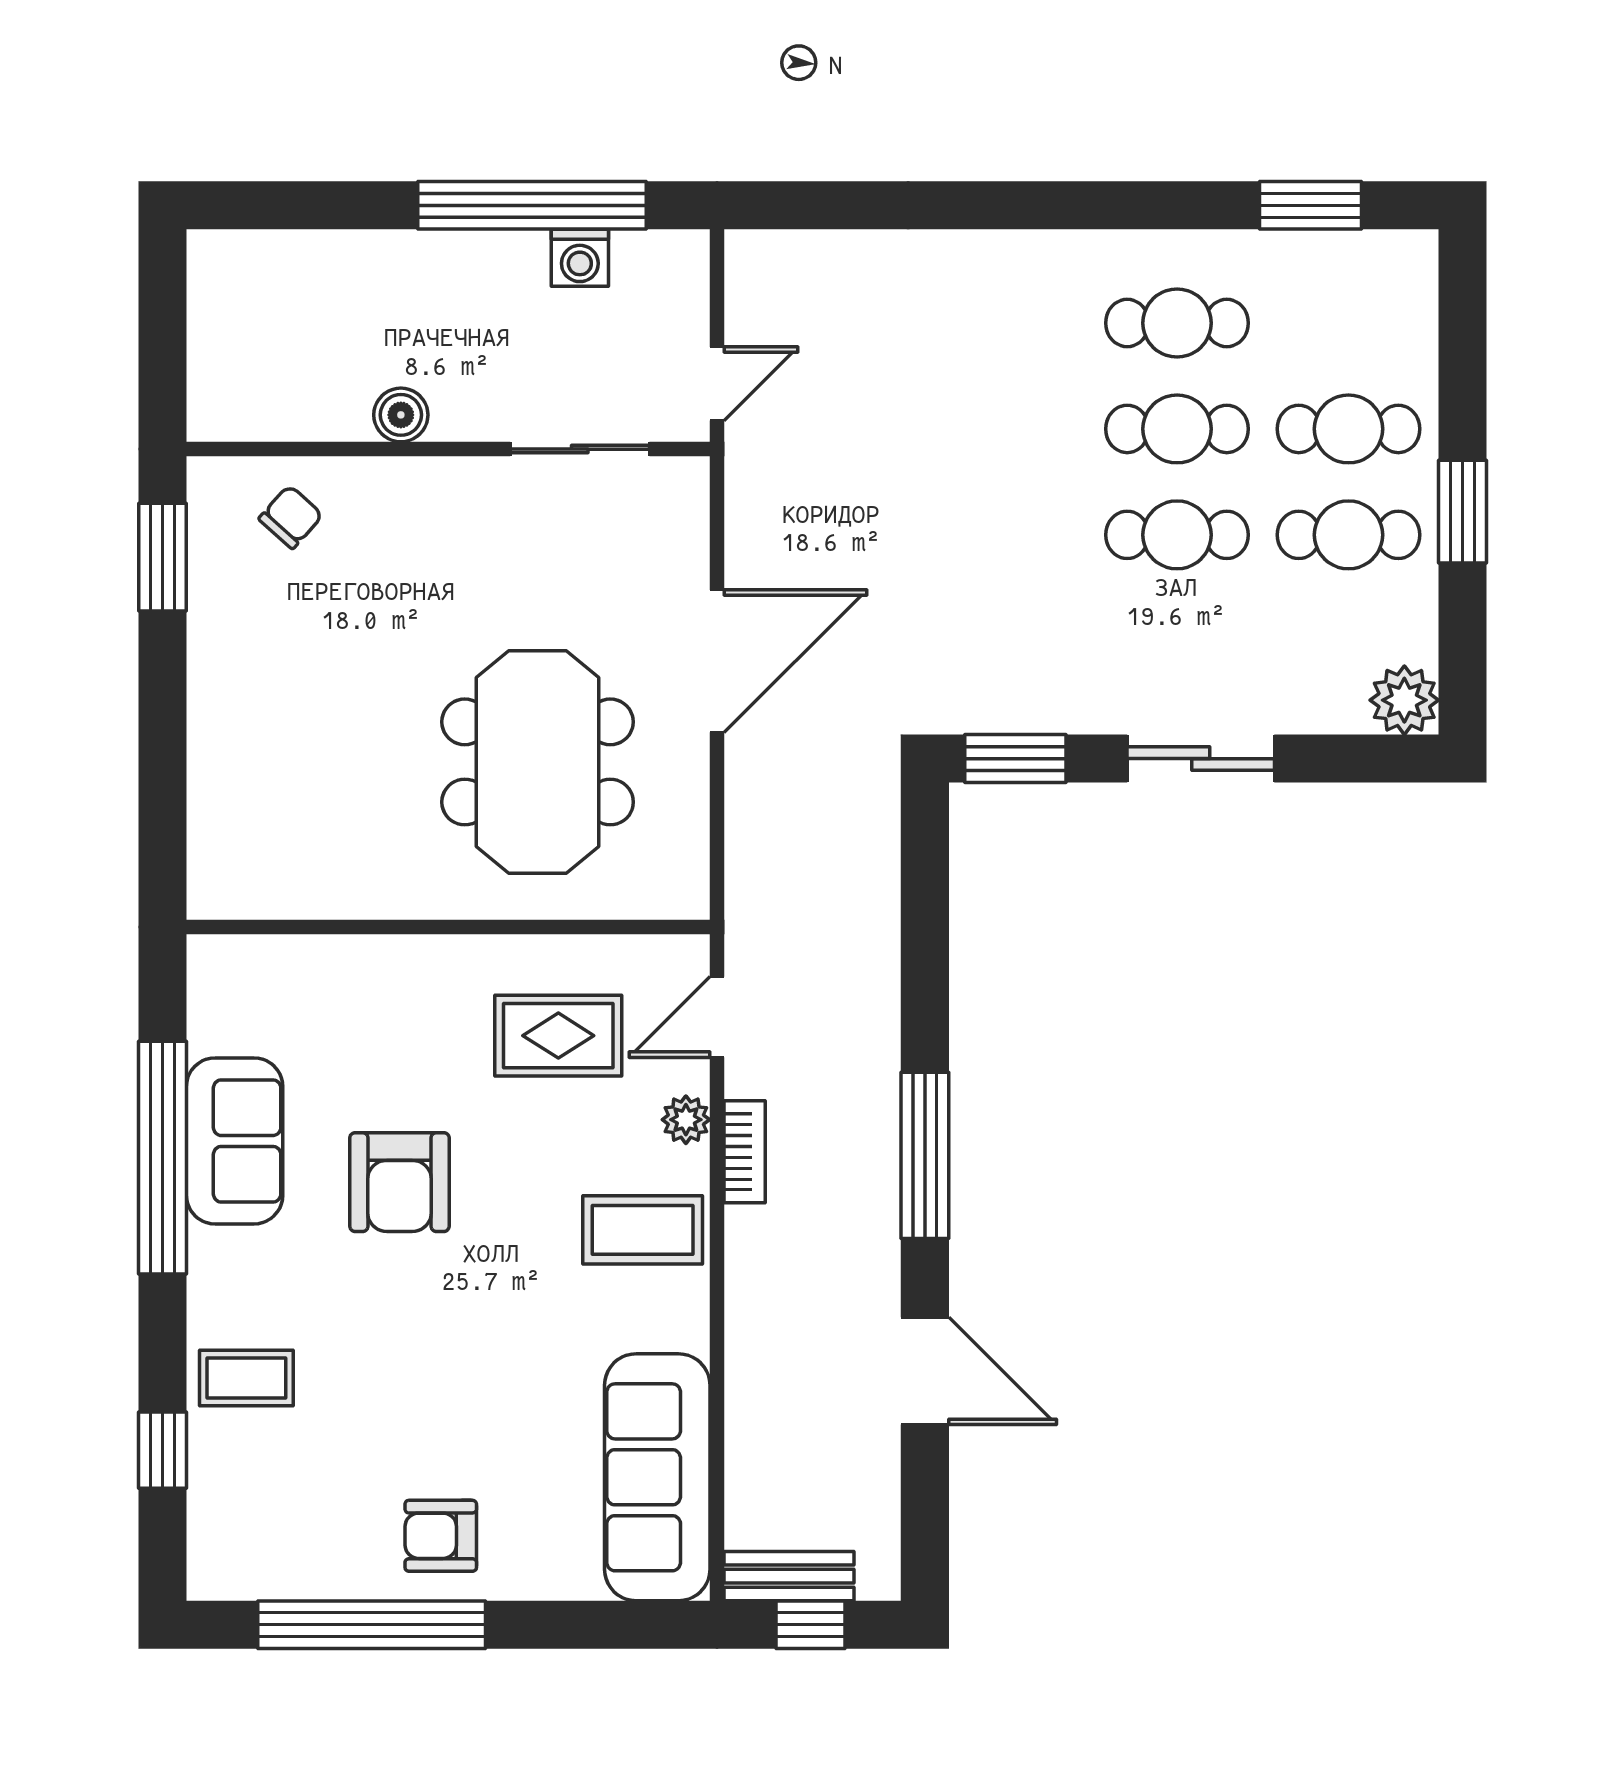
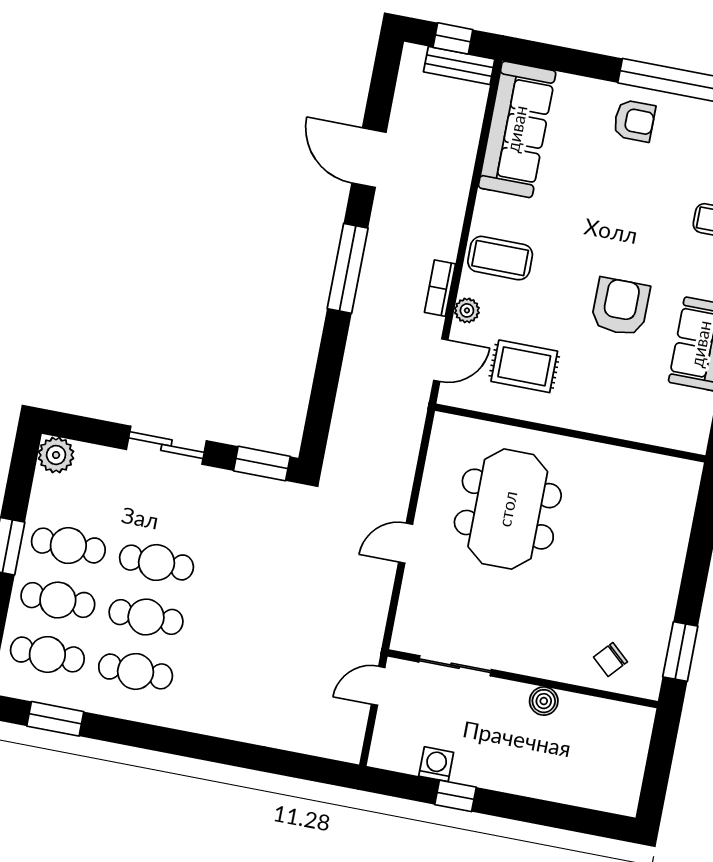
window: (532, 205) -> (456, 796), width x0.32
cafe table: (1348, 323) -> (47, 654), added
door: (717, 661) -> (406, 543), width x0.53

